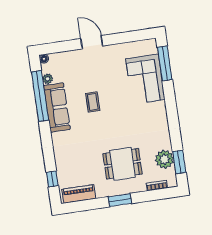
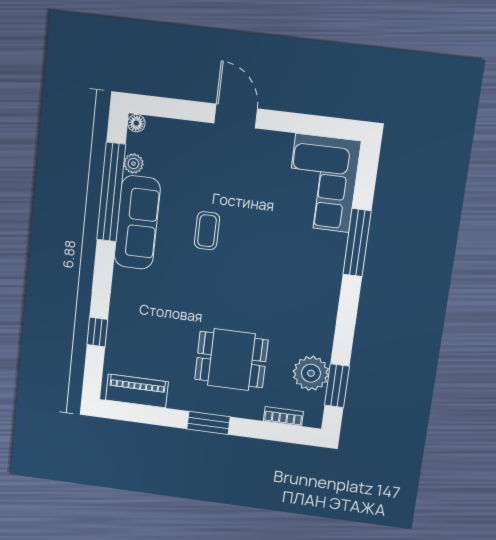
window: (165, 63) -> (357, 243), moved
corner sofa: (145, 79) -> (322, 183), moved
window: (52, 179) -> (97, 332), moved

